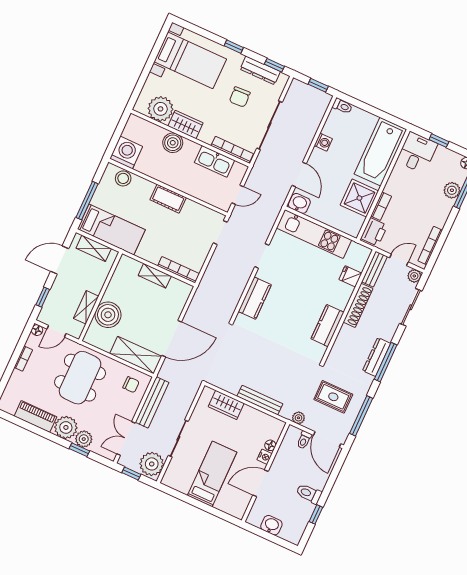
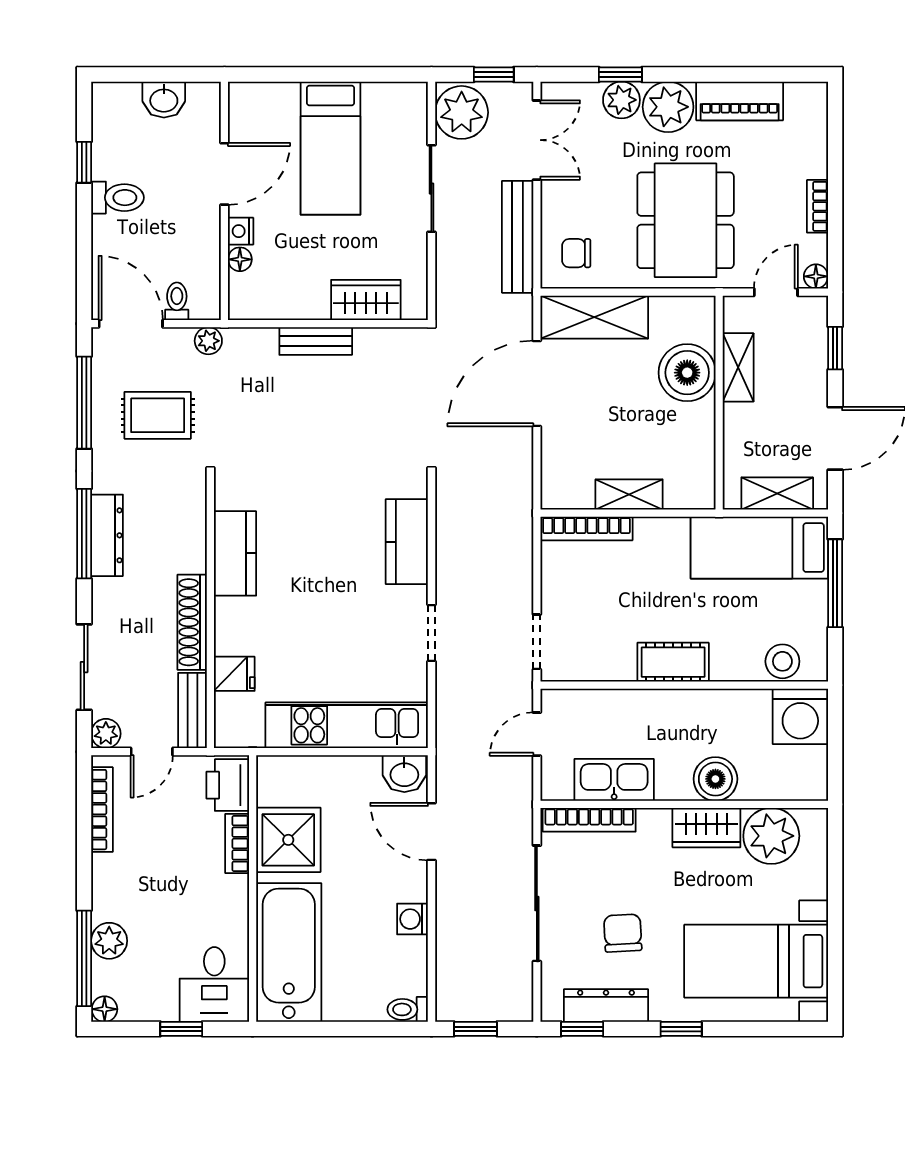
bench: (260, 400) -> (316, 341), width x0.73

